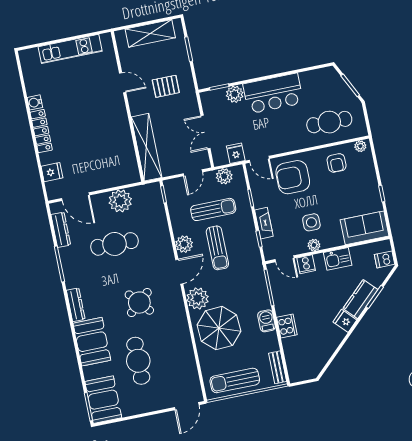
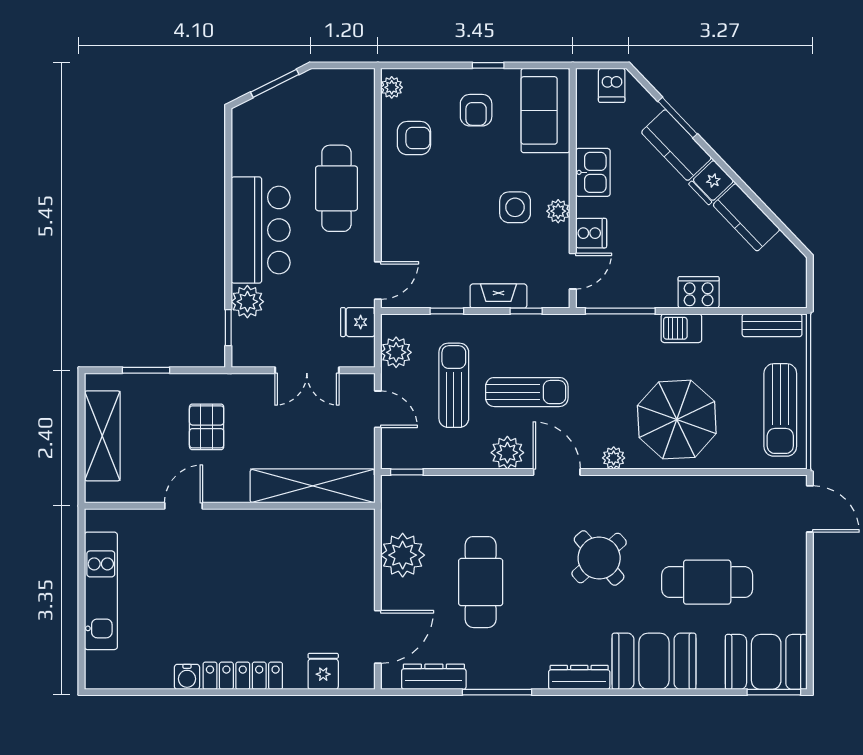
cafe table: (329, 122) -> (336, 188), moved
armchair: (293, 177) -> (476, 110), moved, width x0.53, depth x0.53
plant: (198, 298) -> (614, 458), width x0.53, depth x0.53
kitchen counter: (331, 343) -> (746, 217), added

